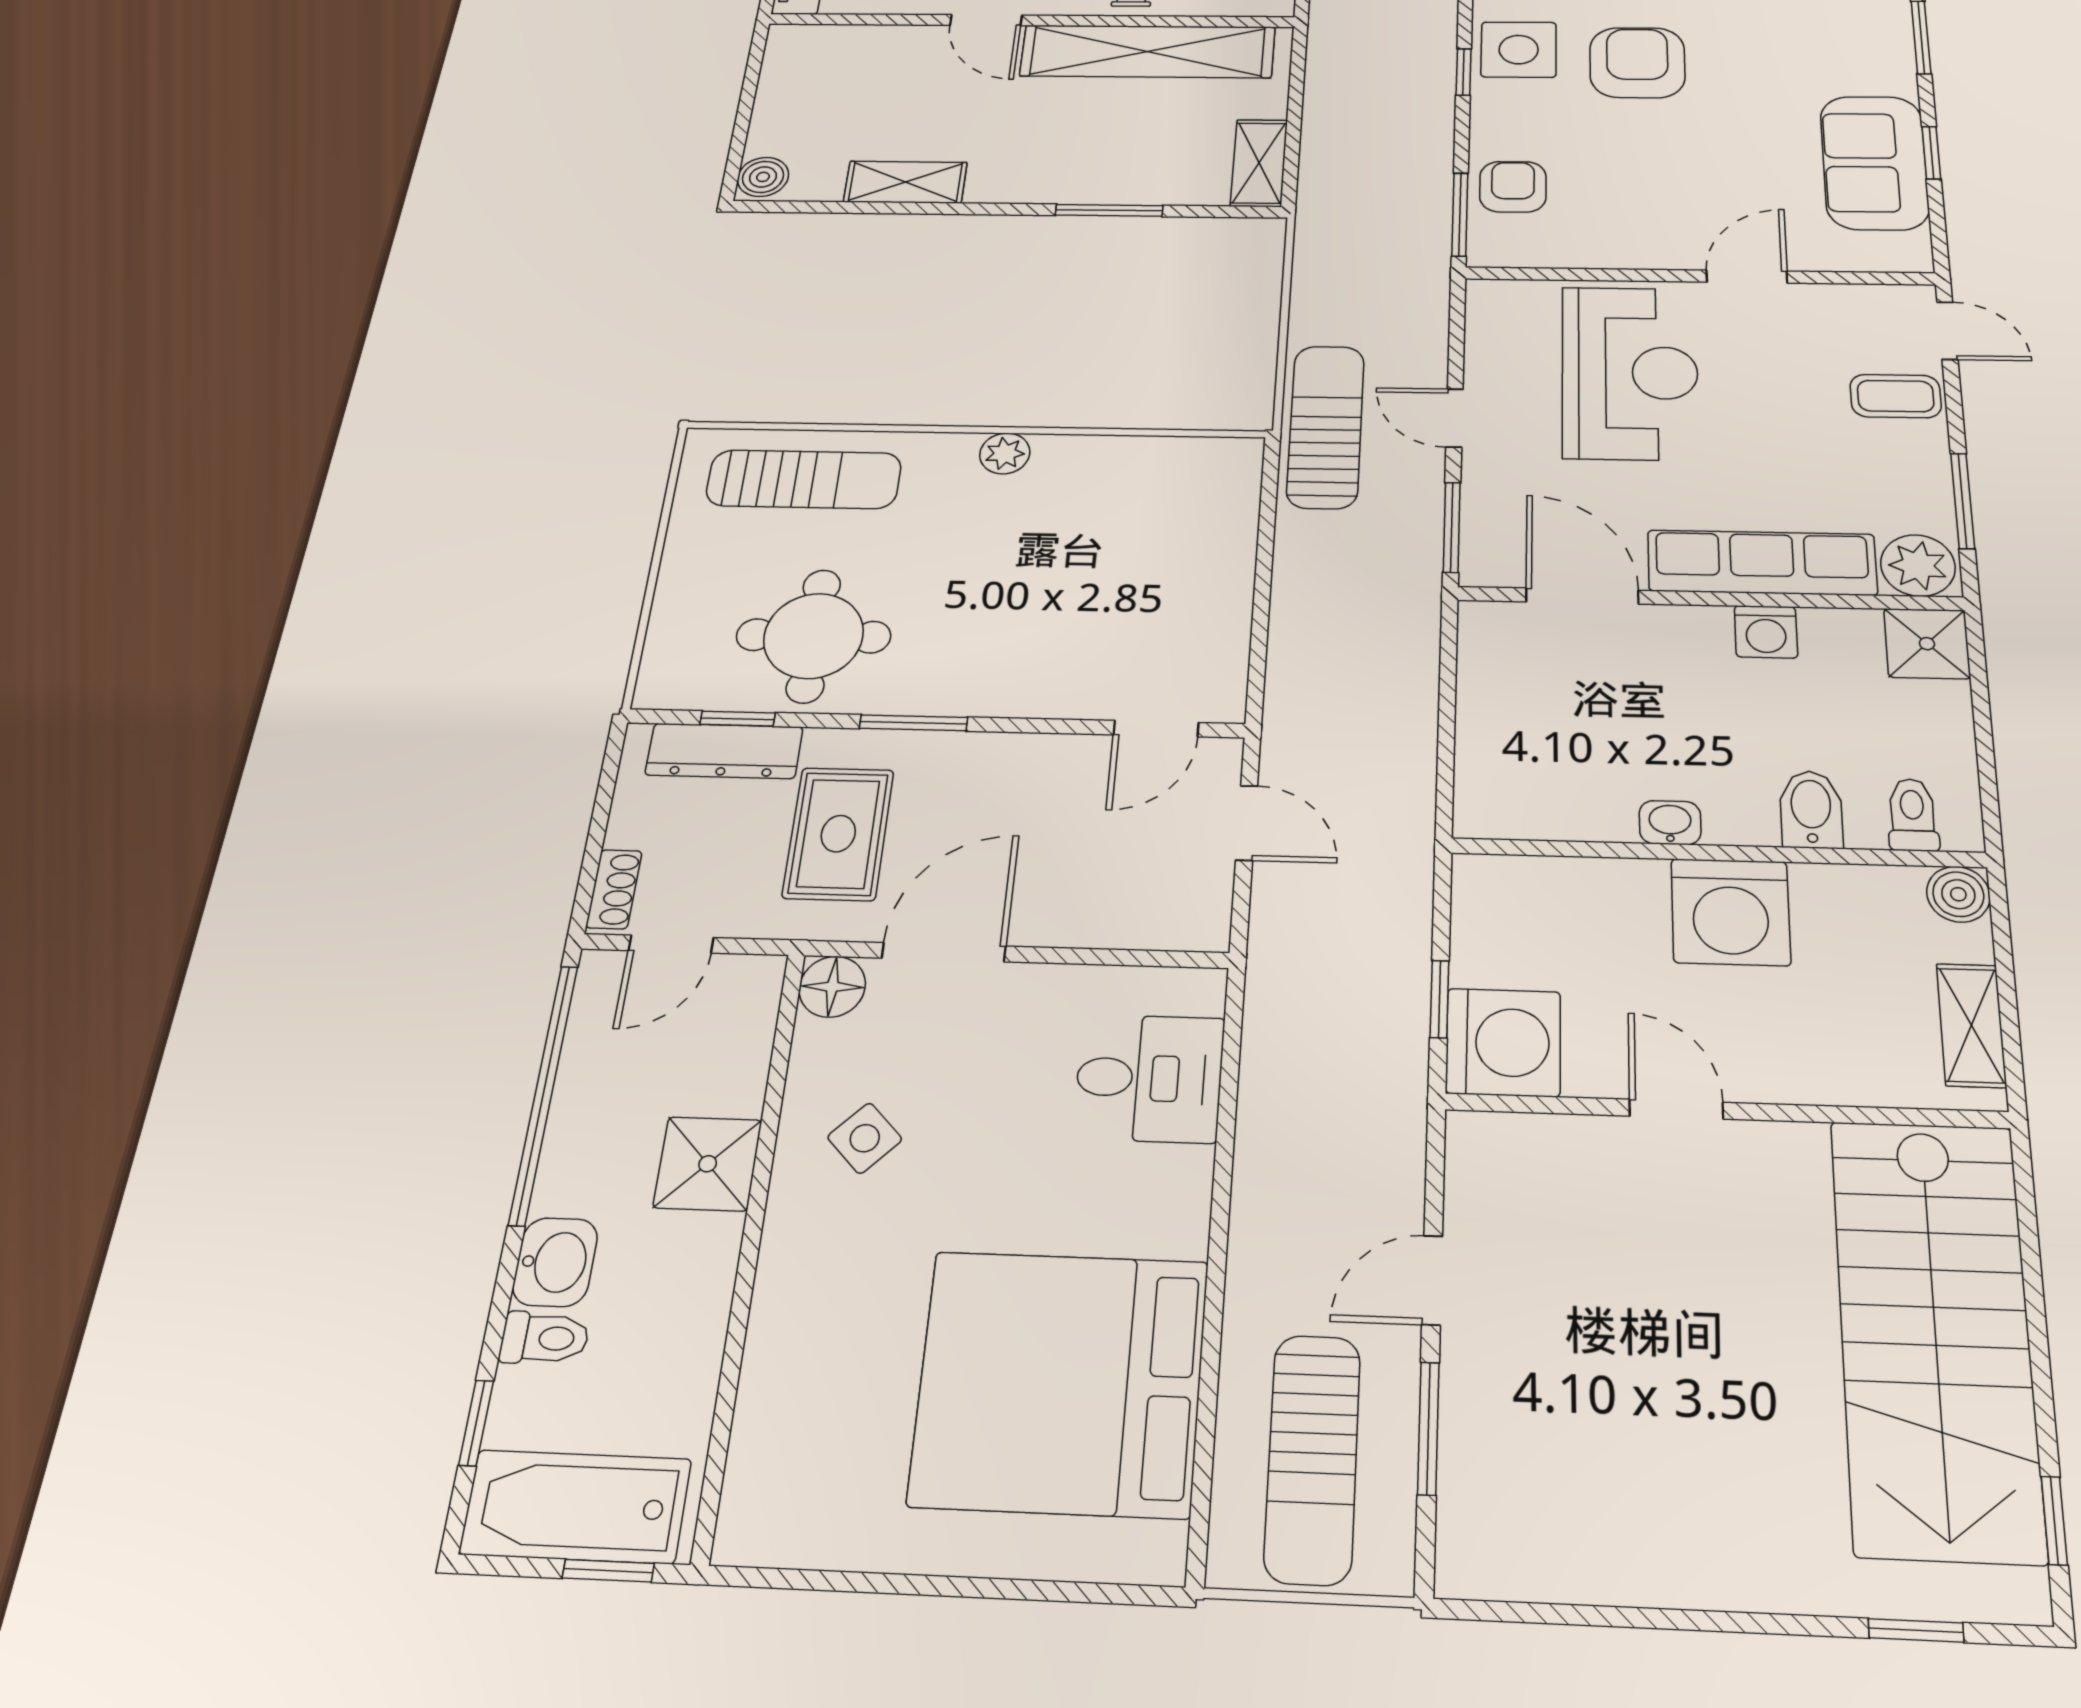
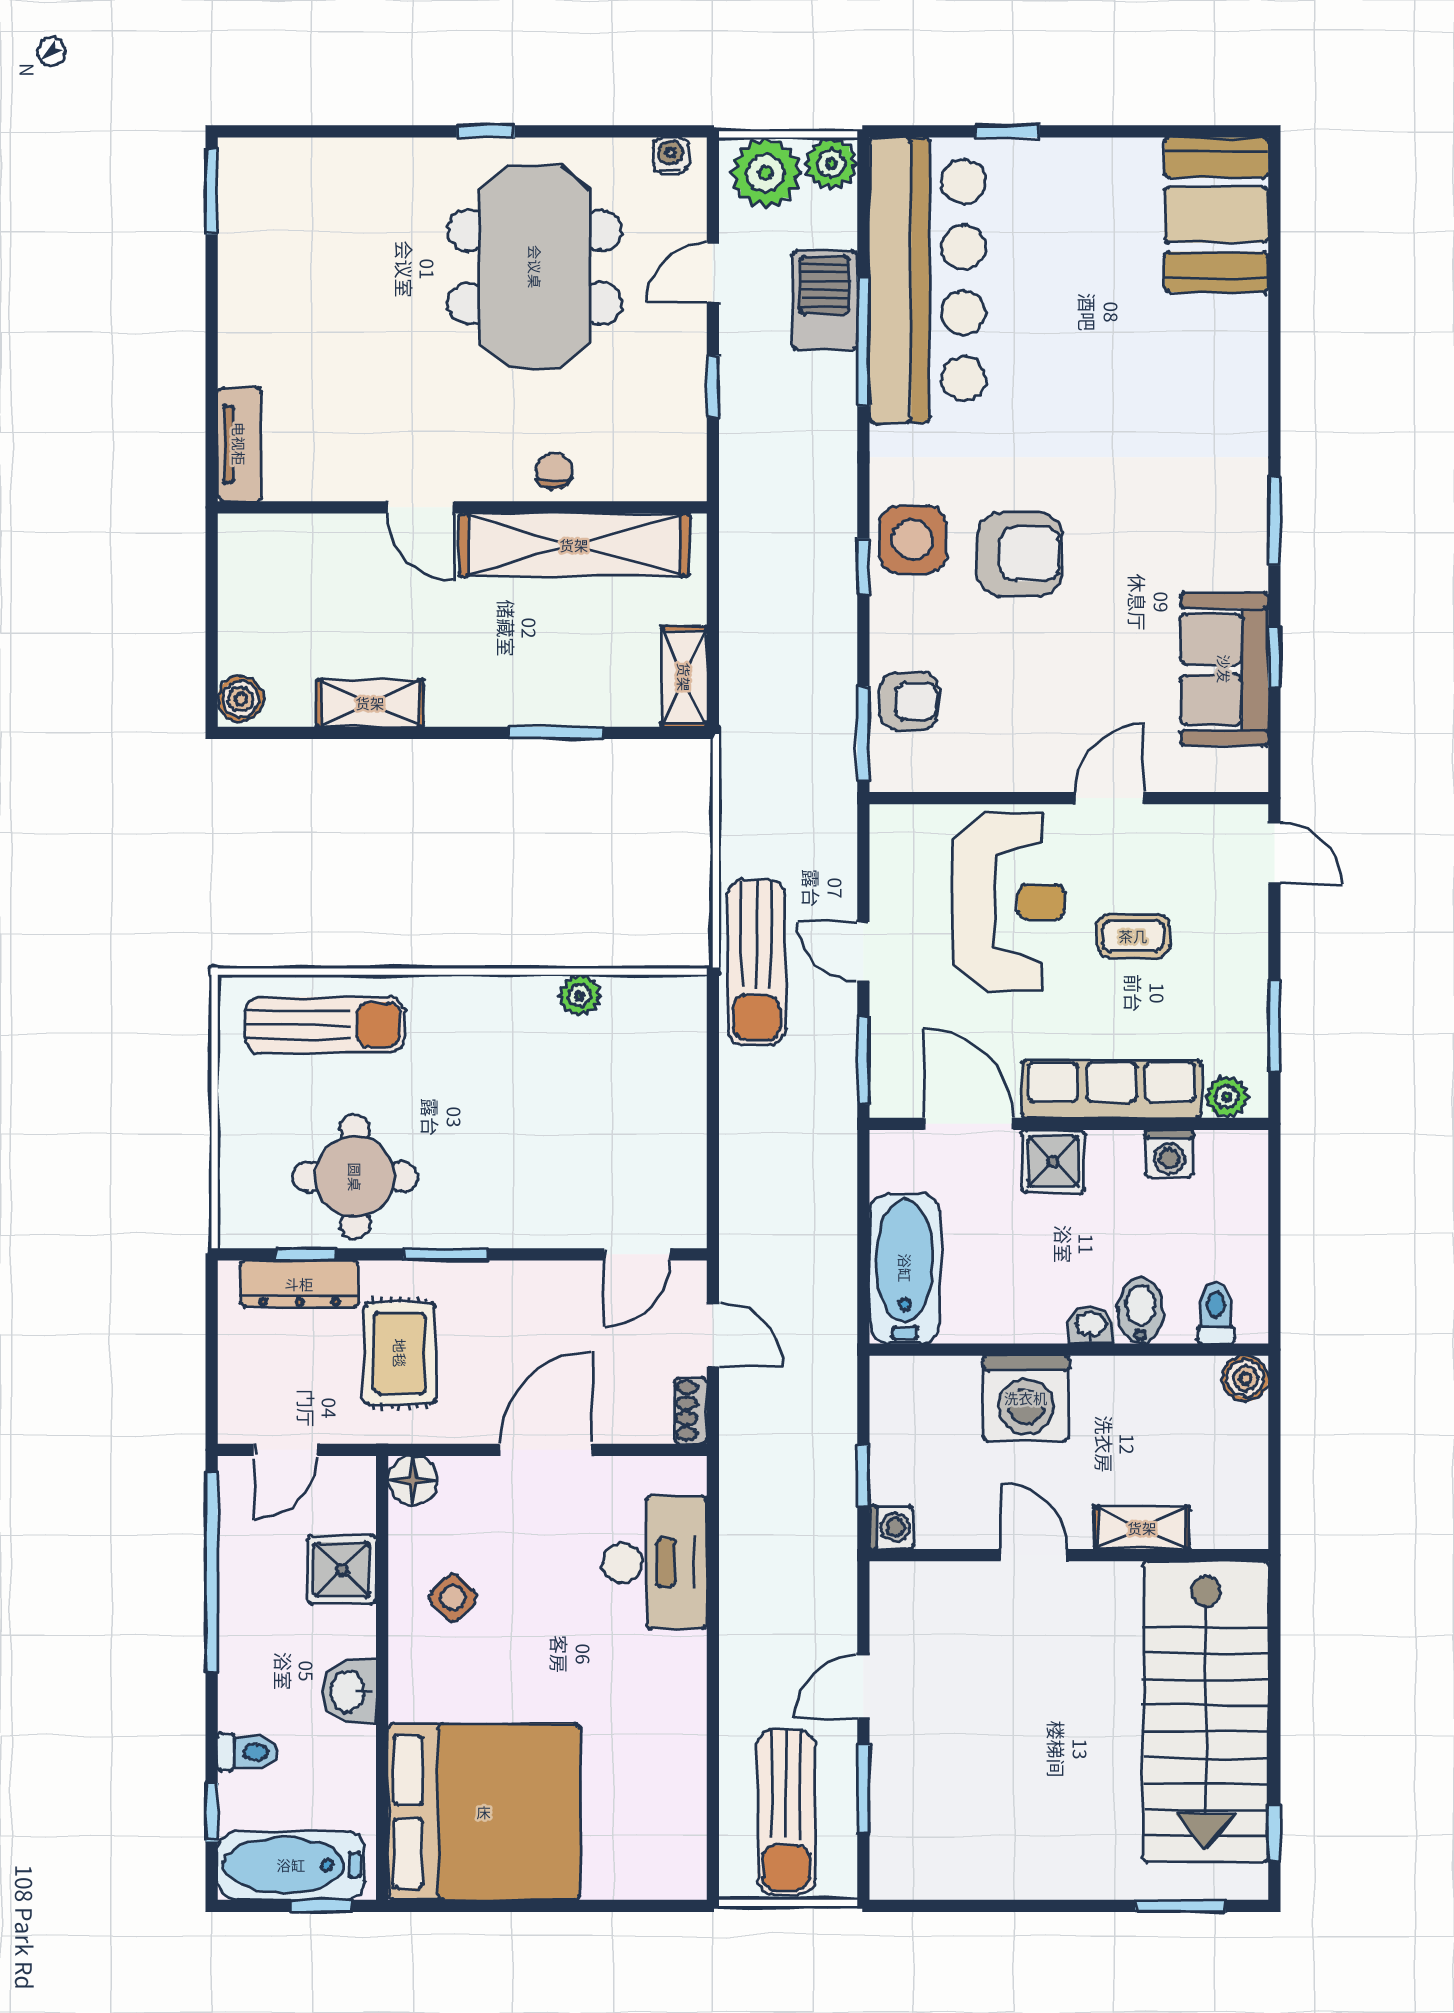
armchair: (1637, 63) -> (1020, 554), turned 90
armchair: (1513, 187) -> (909, 701), turned 90
coffee table: (1896, 396) -> (1133, 936), moved
sun lounger: (1326, 426) -> (756, 962), turned 180
plant: (1005, 453) -> (580, 995), moved
plant: (1918, 566) -> (1227, 1097), width x0.73, depth x0.73
washing machine: (1766, 632) -> (1169, 1154), moved
shower: (1927, 644) -> (1053, 1161), moved
bathtub: (1500, 753) -> (905, 1268), added
washbasin: (1670, 823) -> (1091, 1325), moved
shoe rack: (614, 889) -> (691, 1411), moved, turned 180
washing machine: (1731, 912) -> (1026, 1398), moved
door: (944, 952) -> (546, 1450), moved
shelving: (1971, 1025) -> (1142, 1528), moved, turned 90
washing machine: (1503, 1042) -> (891, 1527), width x0.53, depth x0.53
desk: (1149, 1078) -> (655, 1563), width x1.37
shower: (708, 1164) -> (342, 1570), moved
washbasin: (555, 1262) -> (349, 1691), moved, turned 180
bed: (1060, 1382) -> (484, 1812), moved, turned 180
window: (1916, 1630) -> (1180, 1906), width x1.50

